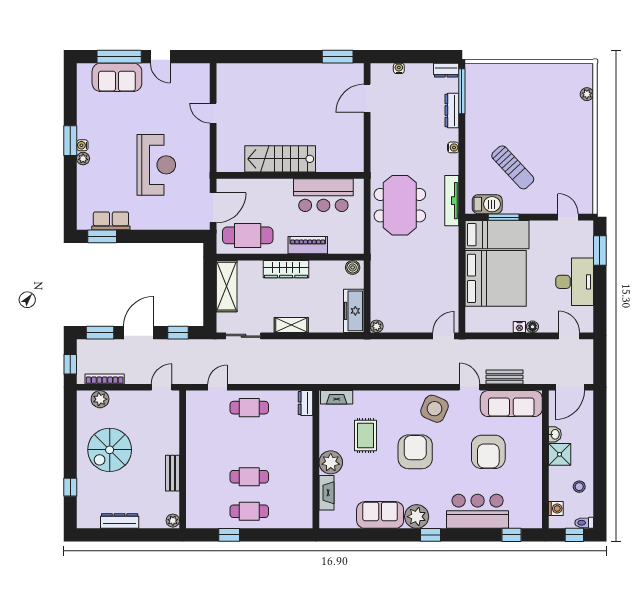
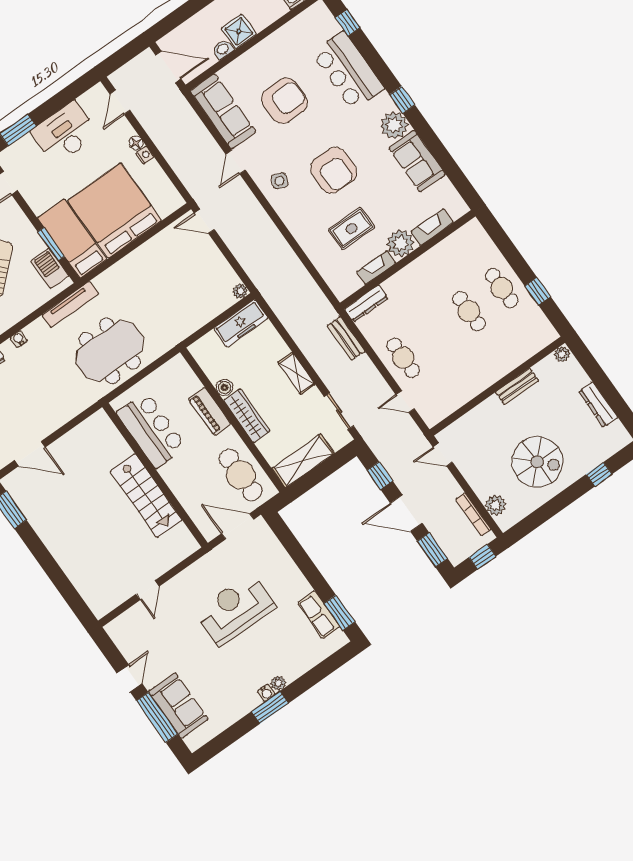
boiler: (353, 267) -> (224, 388), moved
bench: (504, 377) -> (346, 338), moved
fireplace: (337, 397) -> (376, 267), moved, turned -90
dresser: (305, 403) -> (366, 304), width x1.44
side table: (434, 409) -> (280, 181), width x0.54, depth x0.54
armchair: (415, 452) -> (334, 170), turned -90

